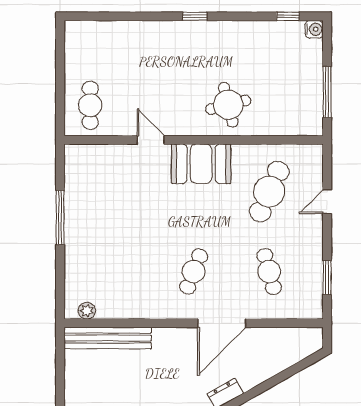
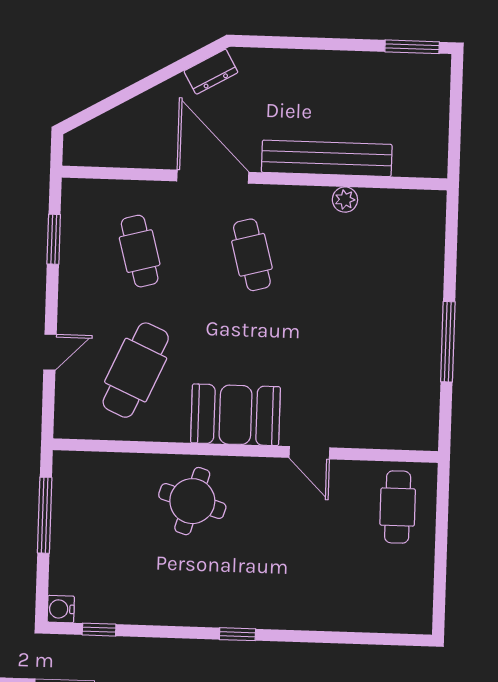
round table: (228, 105) -> (192, 501), turned 31
cafe table: (194, 272) -> (252, 255), turned -36
plant: (87, 311) -> (345, 200), moved
door: (222, 323) -> (213, 177), hinge flipped
bench: (108, 338) -> (327, 158), moved

